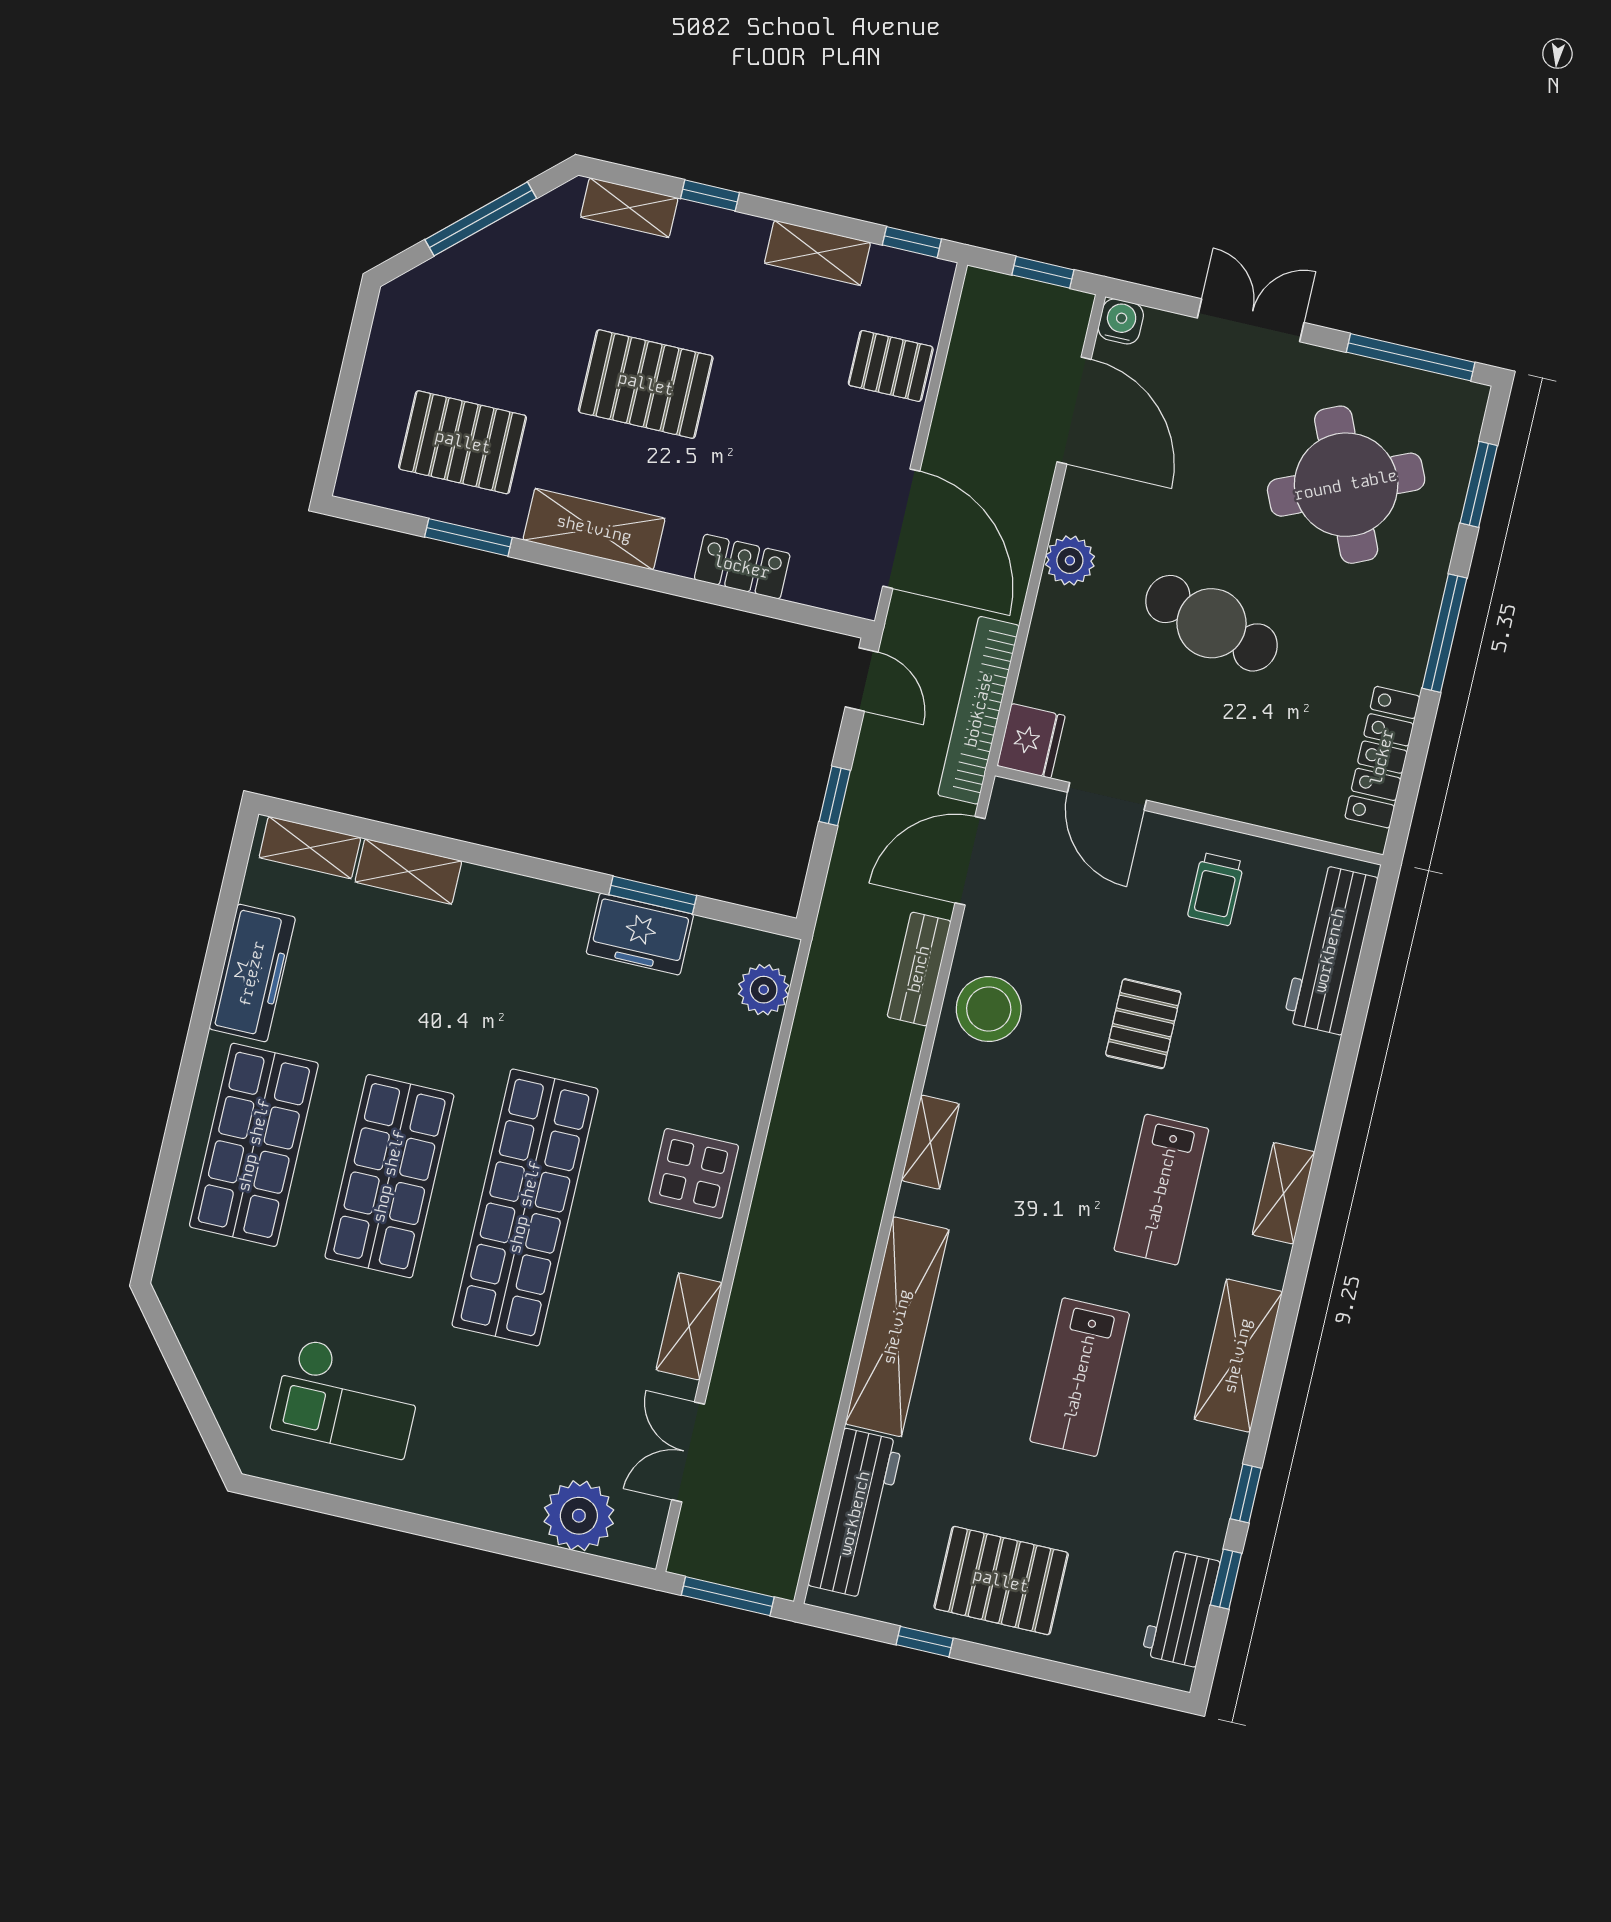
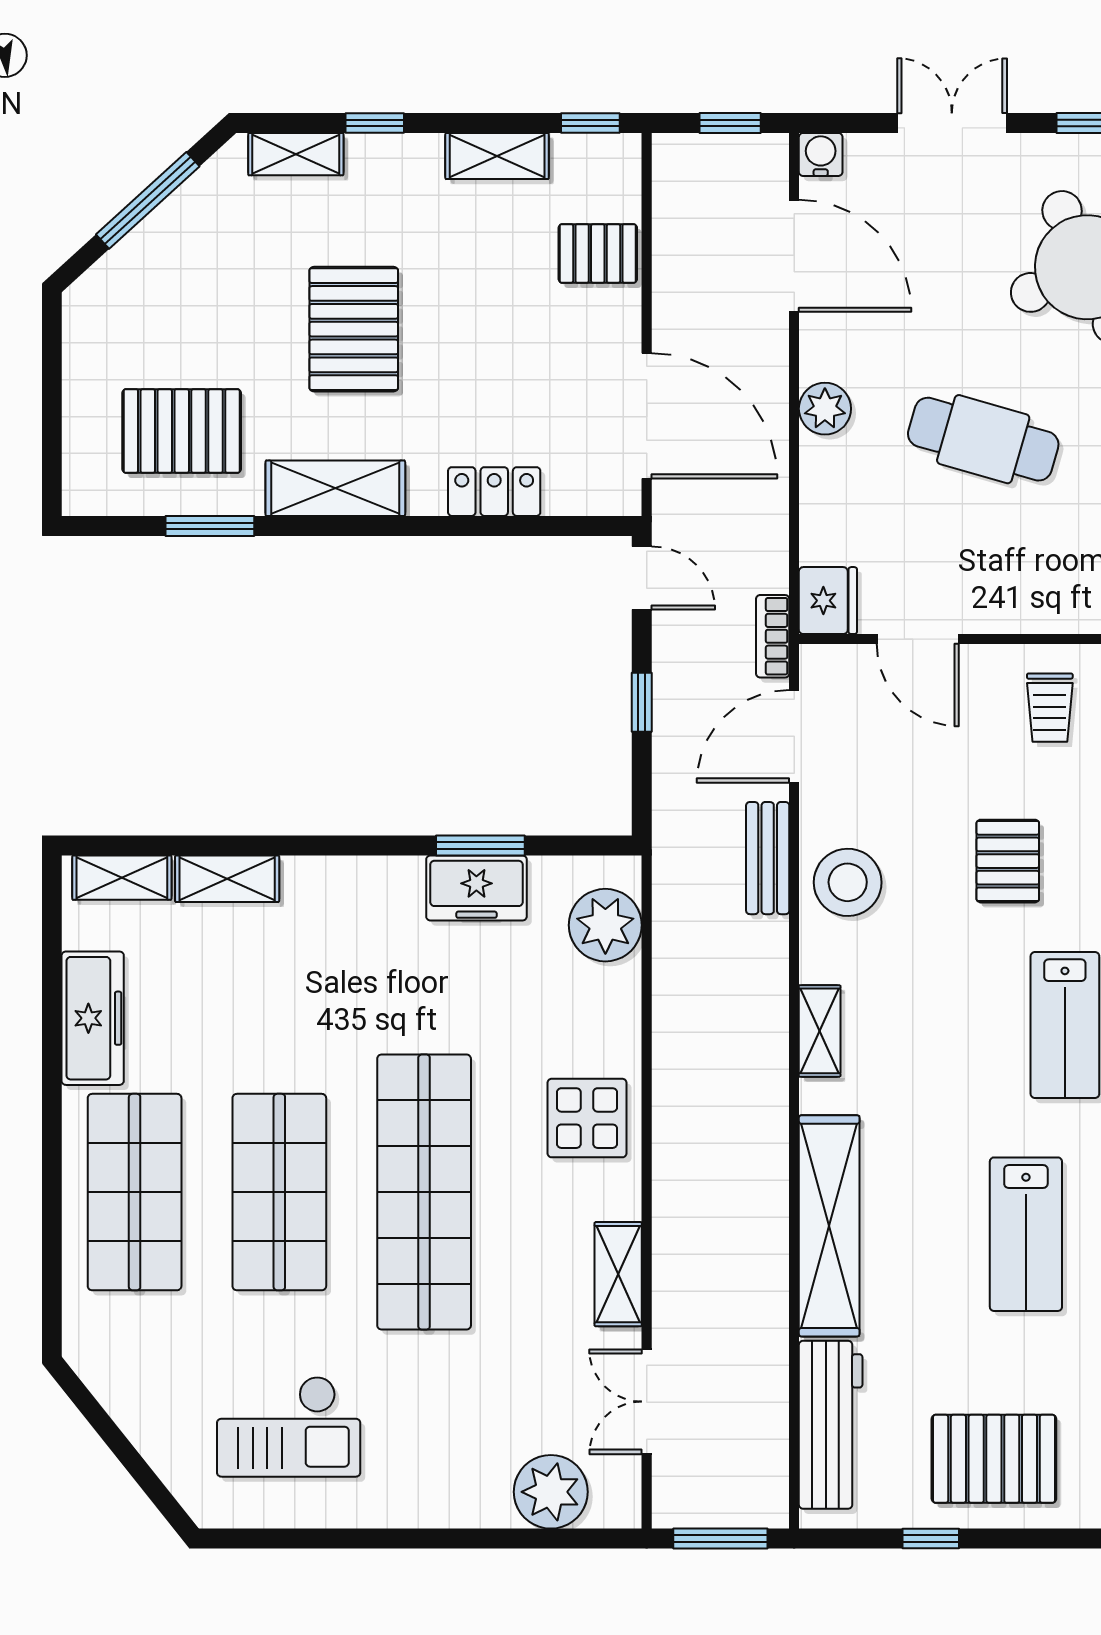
pallet: (646, 384) -> (354, 329), turned 90
bookcase: (979, 710) -> (773, 636), width x0.43, depth x0.76
plant: (764, 990) -> (605, 925), width x1.36, depth x1.36

